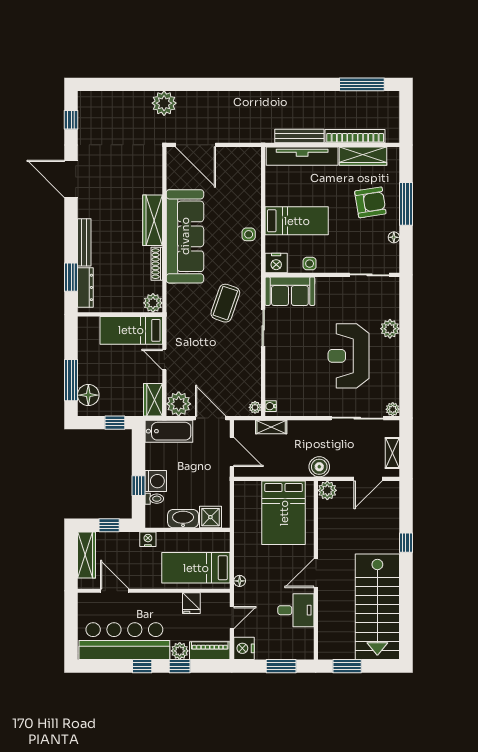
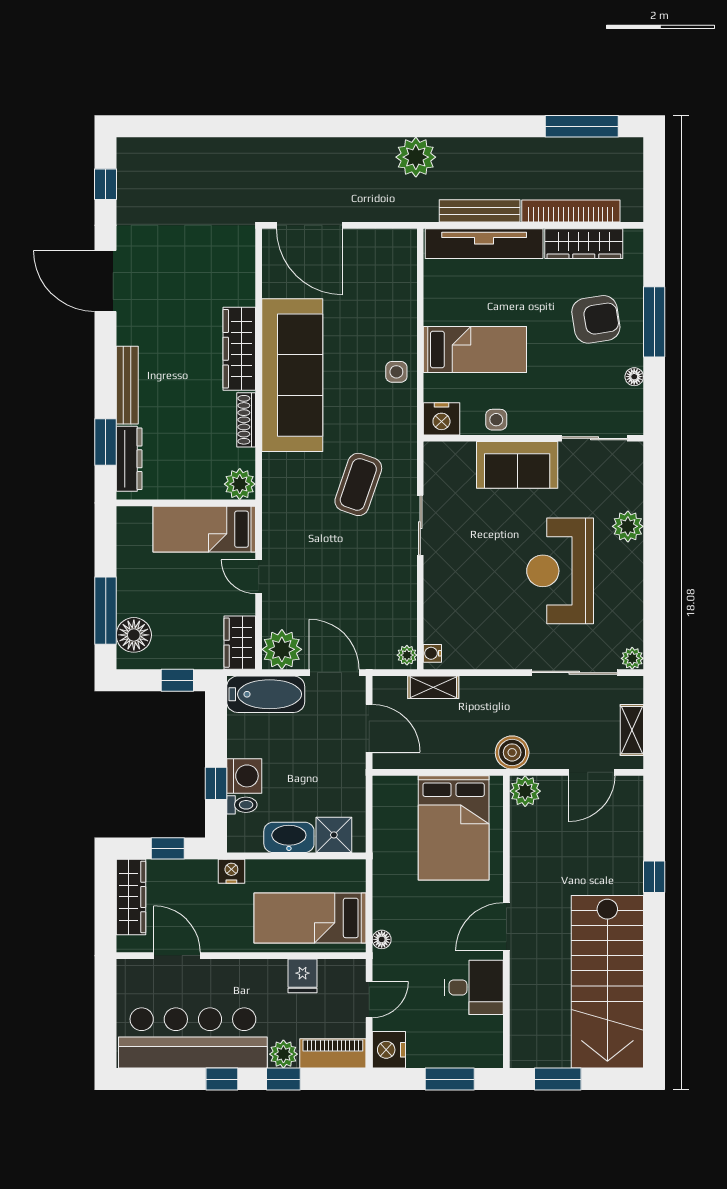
plant: (164, 103) -> (416, 157), moved
sofa: (290, 291) -> (517, 465), moved

